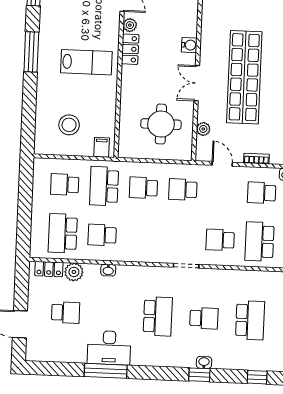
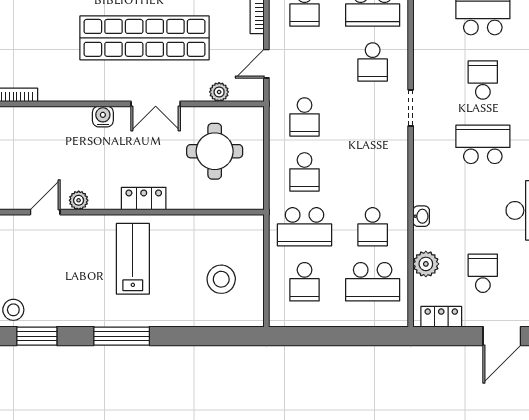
locker: (130, 49) -> (144, 199), moved
filing cabinet: (102, 147) -> (251, 233), removed
locker: (49, 269) -> (441, 317), moved, turned -90

